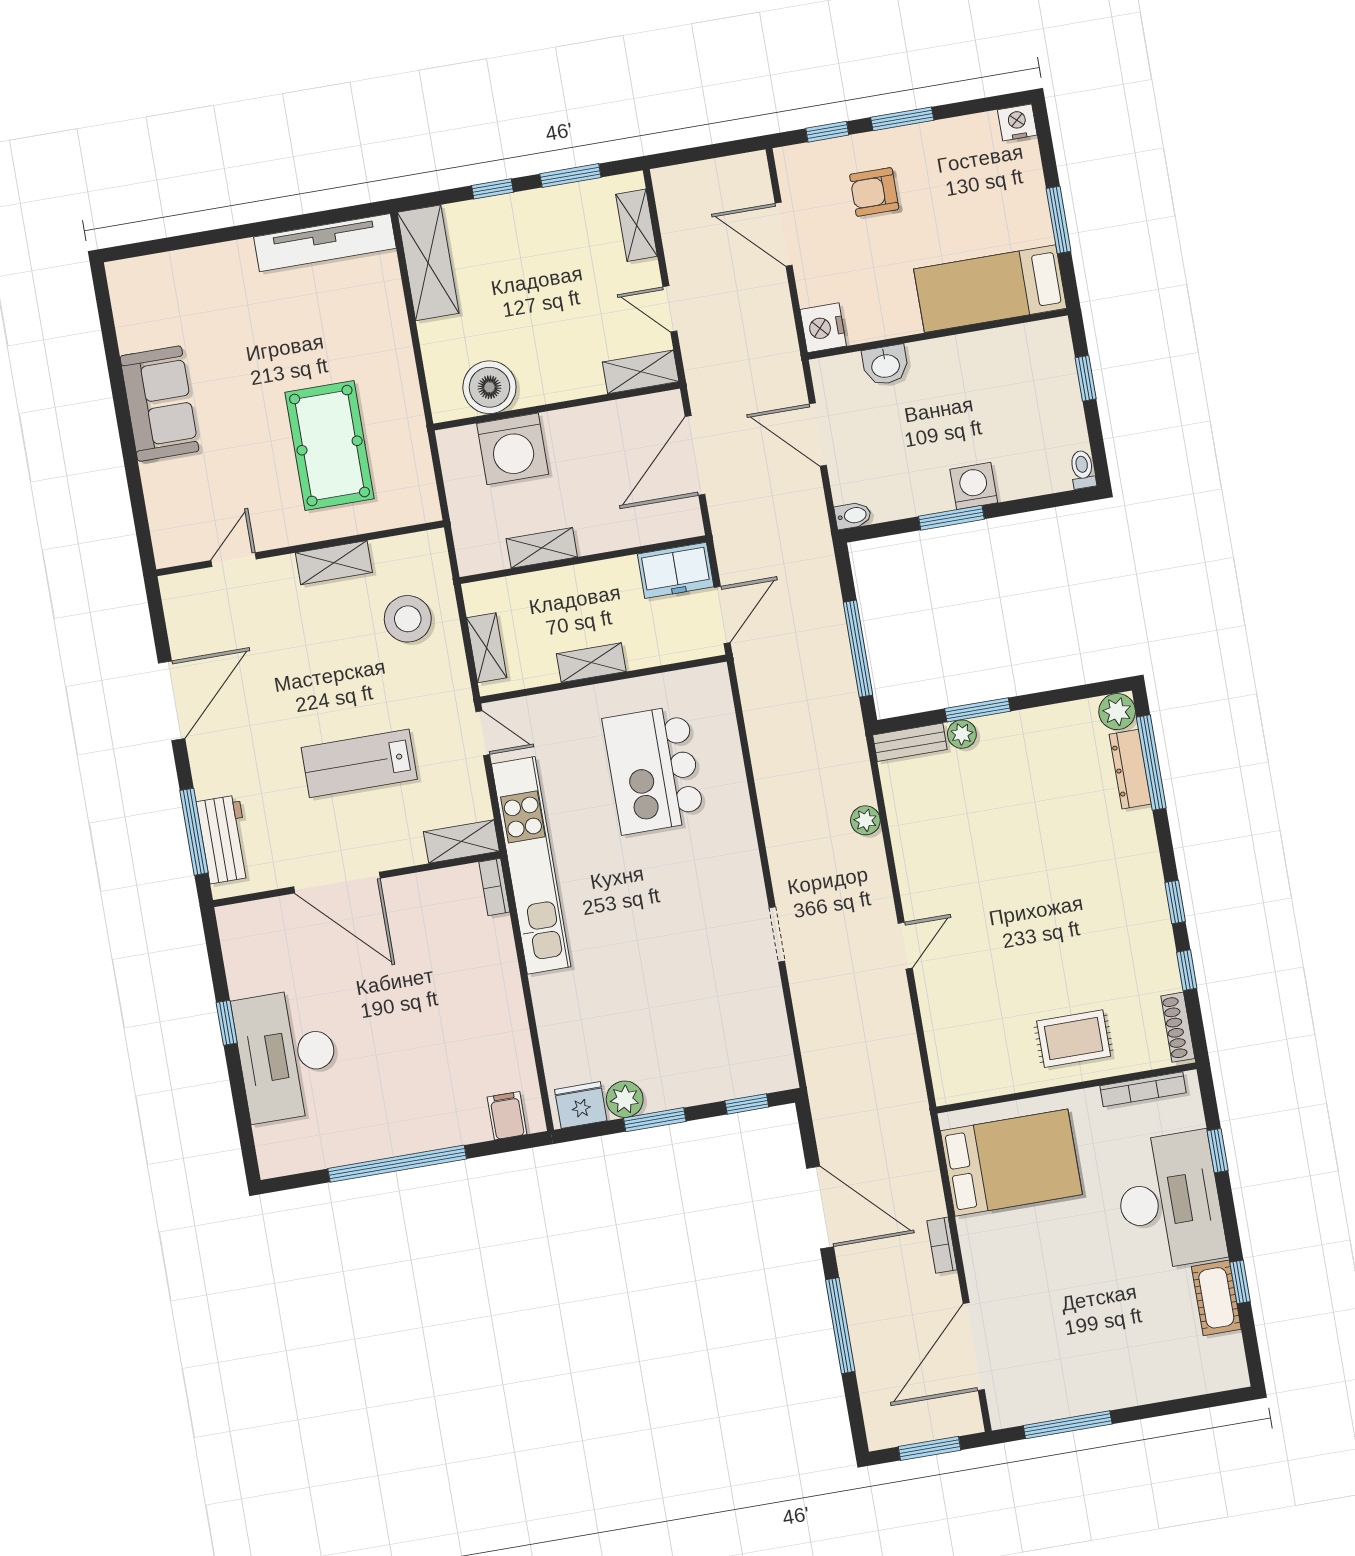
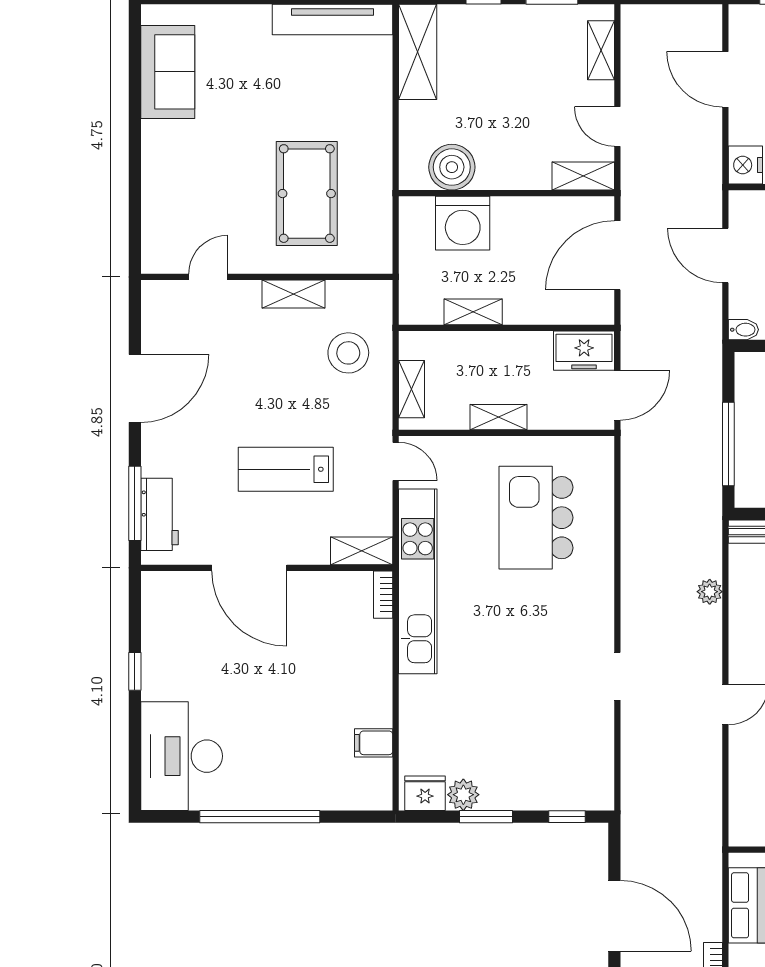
sofa: (159, 404) -> (168, 72), moved
desk: (287, 1055) -> (182, 756), moved
filing cabinet: (507, 1116) -> (374, 743), moved, turned -90

